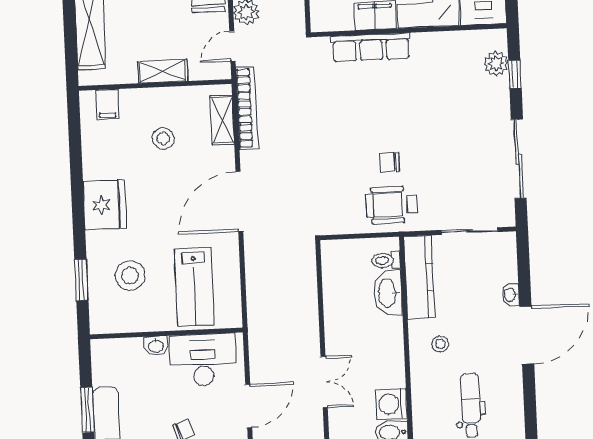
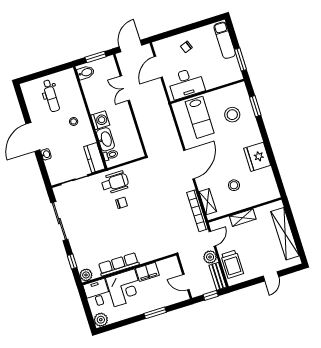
row of seats: (371, 47) -> (119, 264), moved
plant: (496, 64) -> (86, 275), moved
filing cabinet: (107, 105) -> (265, 194), removed
fridge: (105, 205) -> (257, 157), moved
kitchen counter: (419, 277) -> (94, 158), width x0.67
lab bench: (194, 287) -> (200, 117), turned 180
washbasin: (156, 346) -> (211, 84), removed
washing machine: (391, 404) -> (100, 120), moved
window: (87, 410) -> (241, 60), moved

